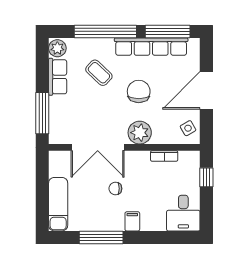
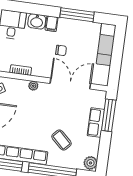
row of seats: (58, 77) -> (96, 123), moved
chair: (139, 91) -> (33, 122), removed
plant: (140, 133) -> (33, 86), width x0.53, depth x0.53
washbasin: (152, 222) -> (37, 21), added

